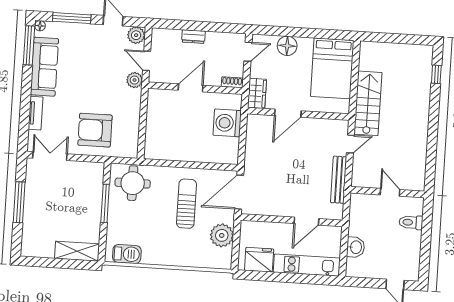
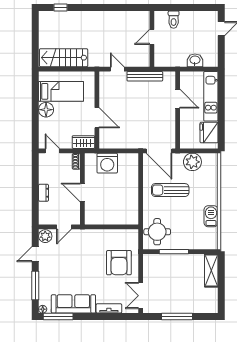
floor lamp: (287, 46) -> (46, 110), moved
bed: (332, 68) -> (61, 91), width x0.67
plant: (134, 80) -> (79, 235), removed
stairs: (368, 103) -> (64, 58), moved
barbecue: (127, 254) -> (211, 216), moved

